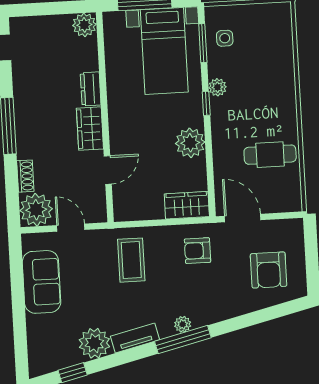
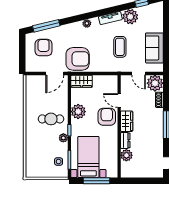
plant: (84, 25) -> (126, 155), moved
armchair: (131, 135) -> (107, 117), added
cafe table: (270, 155) -> (51, 119), moved
door: (108, 170) -> (119, 101), hinge flipped
door: (243, 218) -> (55, 74), hinge flipped
armchair: (198, 251) -> (78, 59), width x1.88, depth x1.88
coffee table: (131, 260) -> (120, 47), moved
window: (183, 340) -> (46, 26), moved

